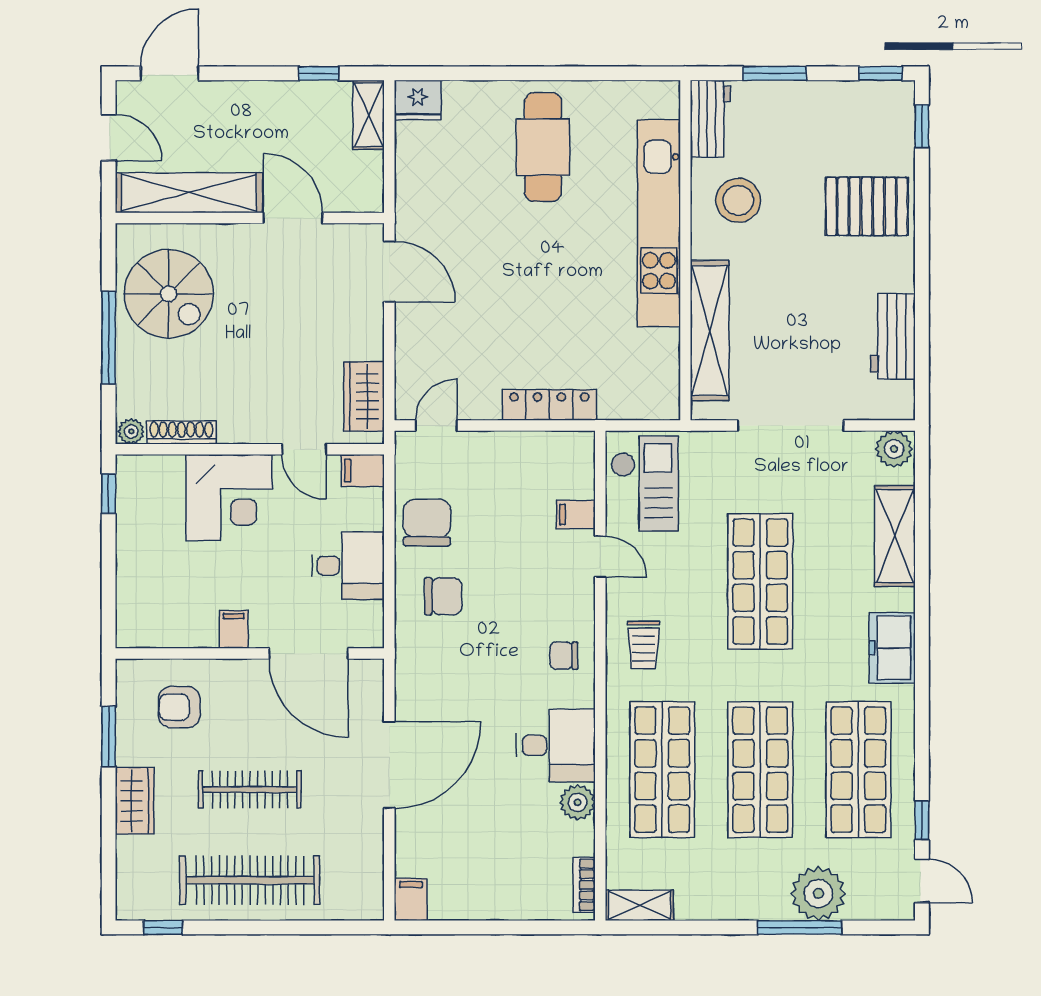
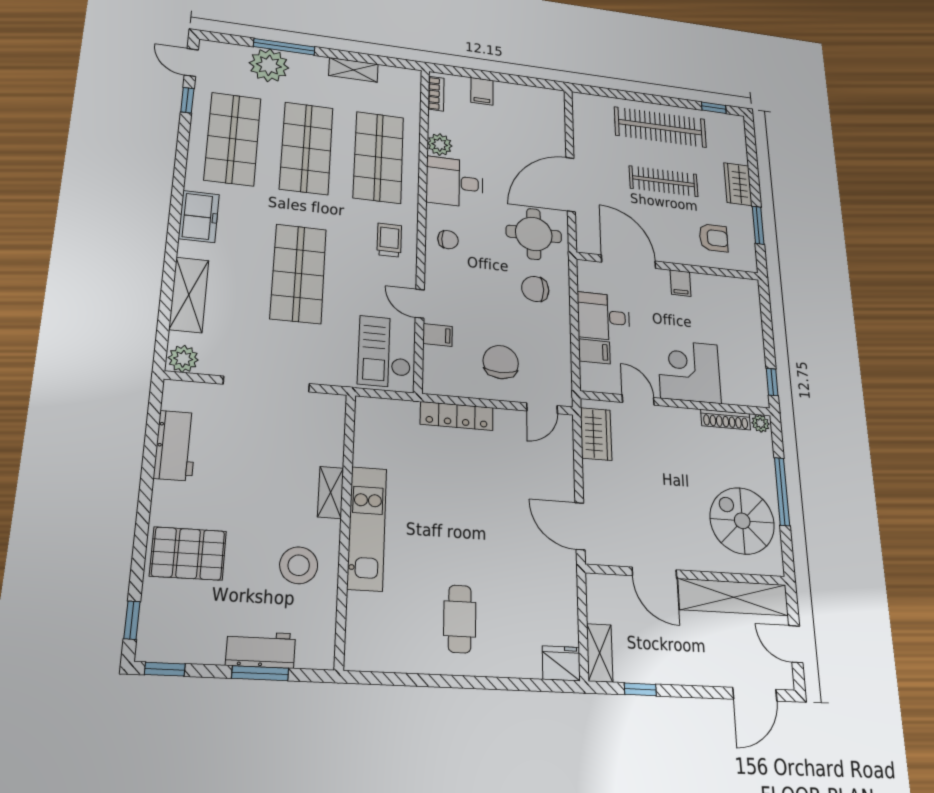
workbench: (710, 119) -> (261, 650), moved, turned 90
cafe table: (543, 147) -> (460, 619), width x0.73, depth x0.74
kitchen unit: (659, 223) -> (367, 528), width x0.73
shelving: (710, 331) -> (331, 492), width x0.45, depth x0.75
filing cabinet: (363, 471) -> (594, 351), moved
chair: (427, 523) -> (501, 362), moved, turned 180
round table: (444, 680) -> (534, 234), added
filing cabinet: (411, 899) -> (482, 91), moved
shelving: (639, 905) -> (353, 70), moved

